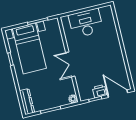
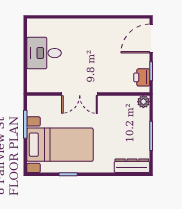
desk: (86, 23) -> (44, 53), width x0.73
double door: (70, 64) -> (80, 94), moved
printer: (99, 91) -> (142, 77), moved

